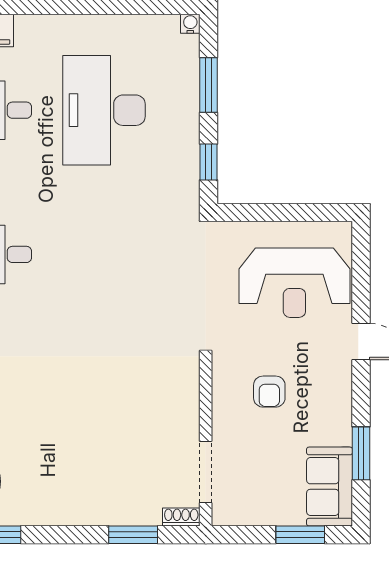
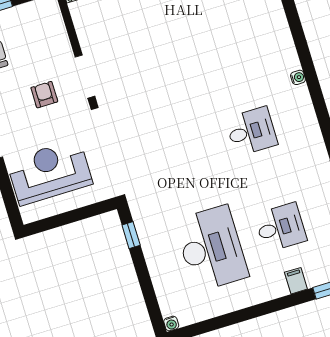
window: (209, 85) -> (147, 286), removed
doorway: (206, 472) -> (85, 77), moved

